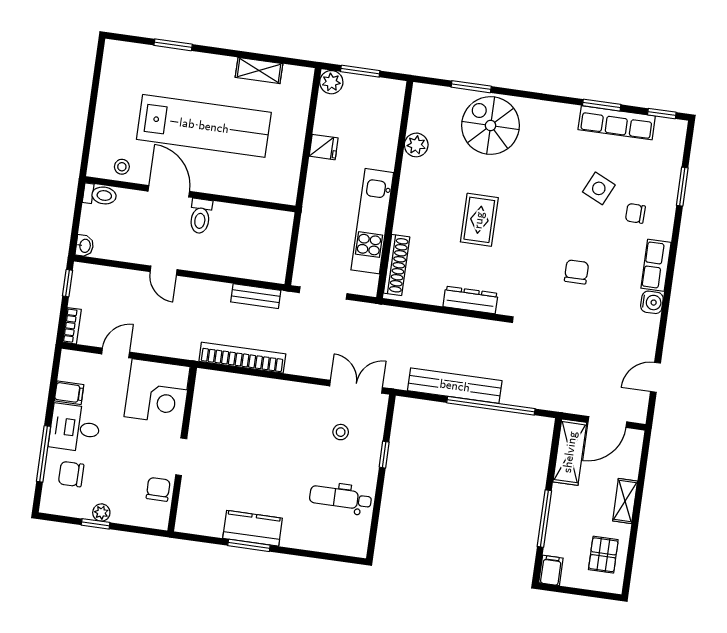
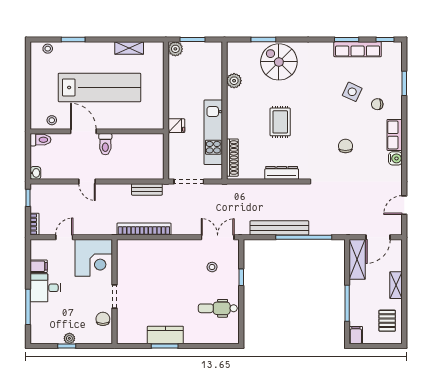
stool: (131, 54) -> (48, 49), added
fridge: (324, 147) -> (176, 126), moved
chair: (71, 474) -> (47, 317), removed

